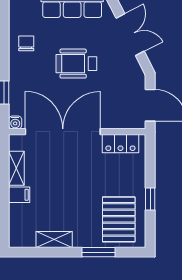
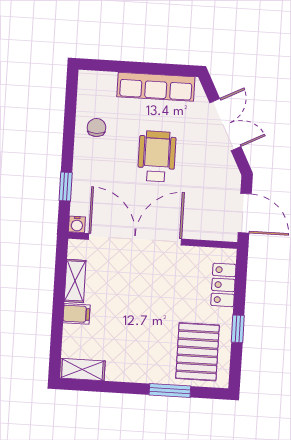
wheelchair: (76, 64) -> (157, 156), turned 90
locker: (120, 144) -> (223, 285), moved, turned 90
shelving: (54, 239) -> (82, 370), moved

